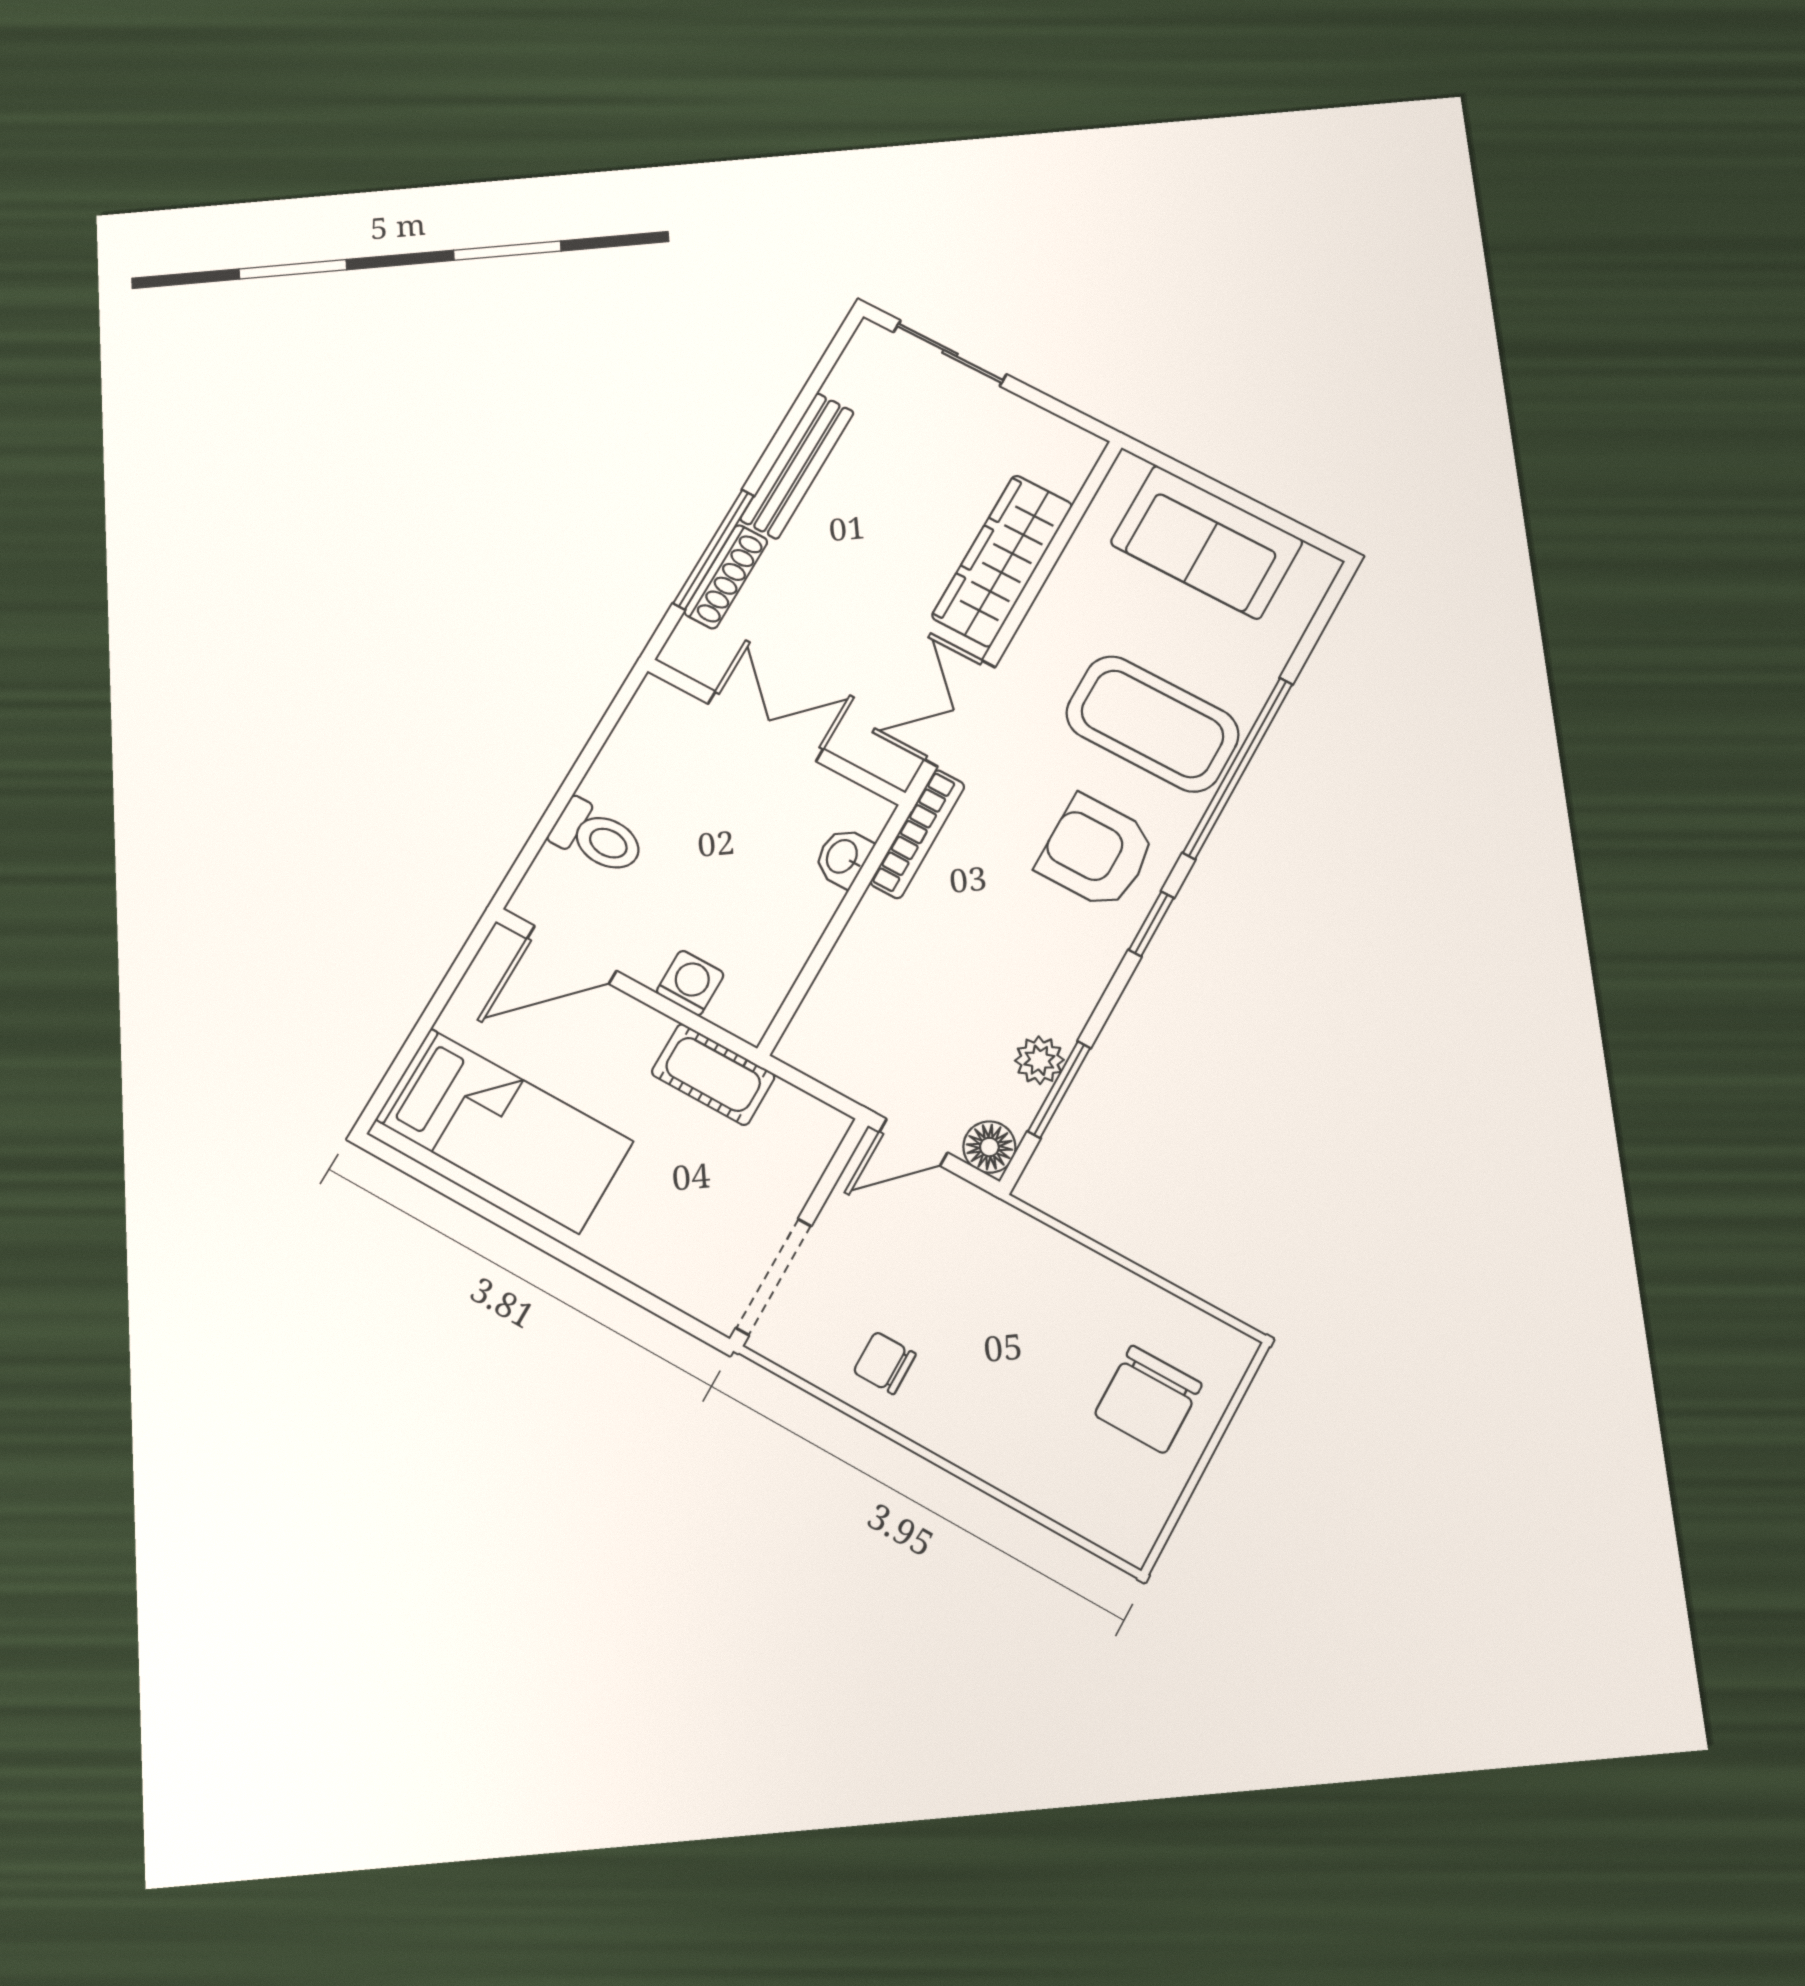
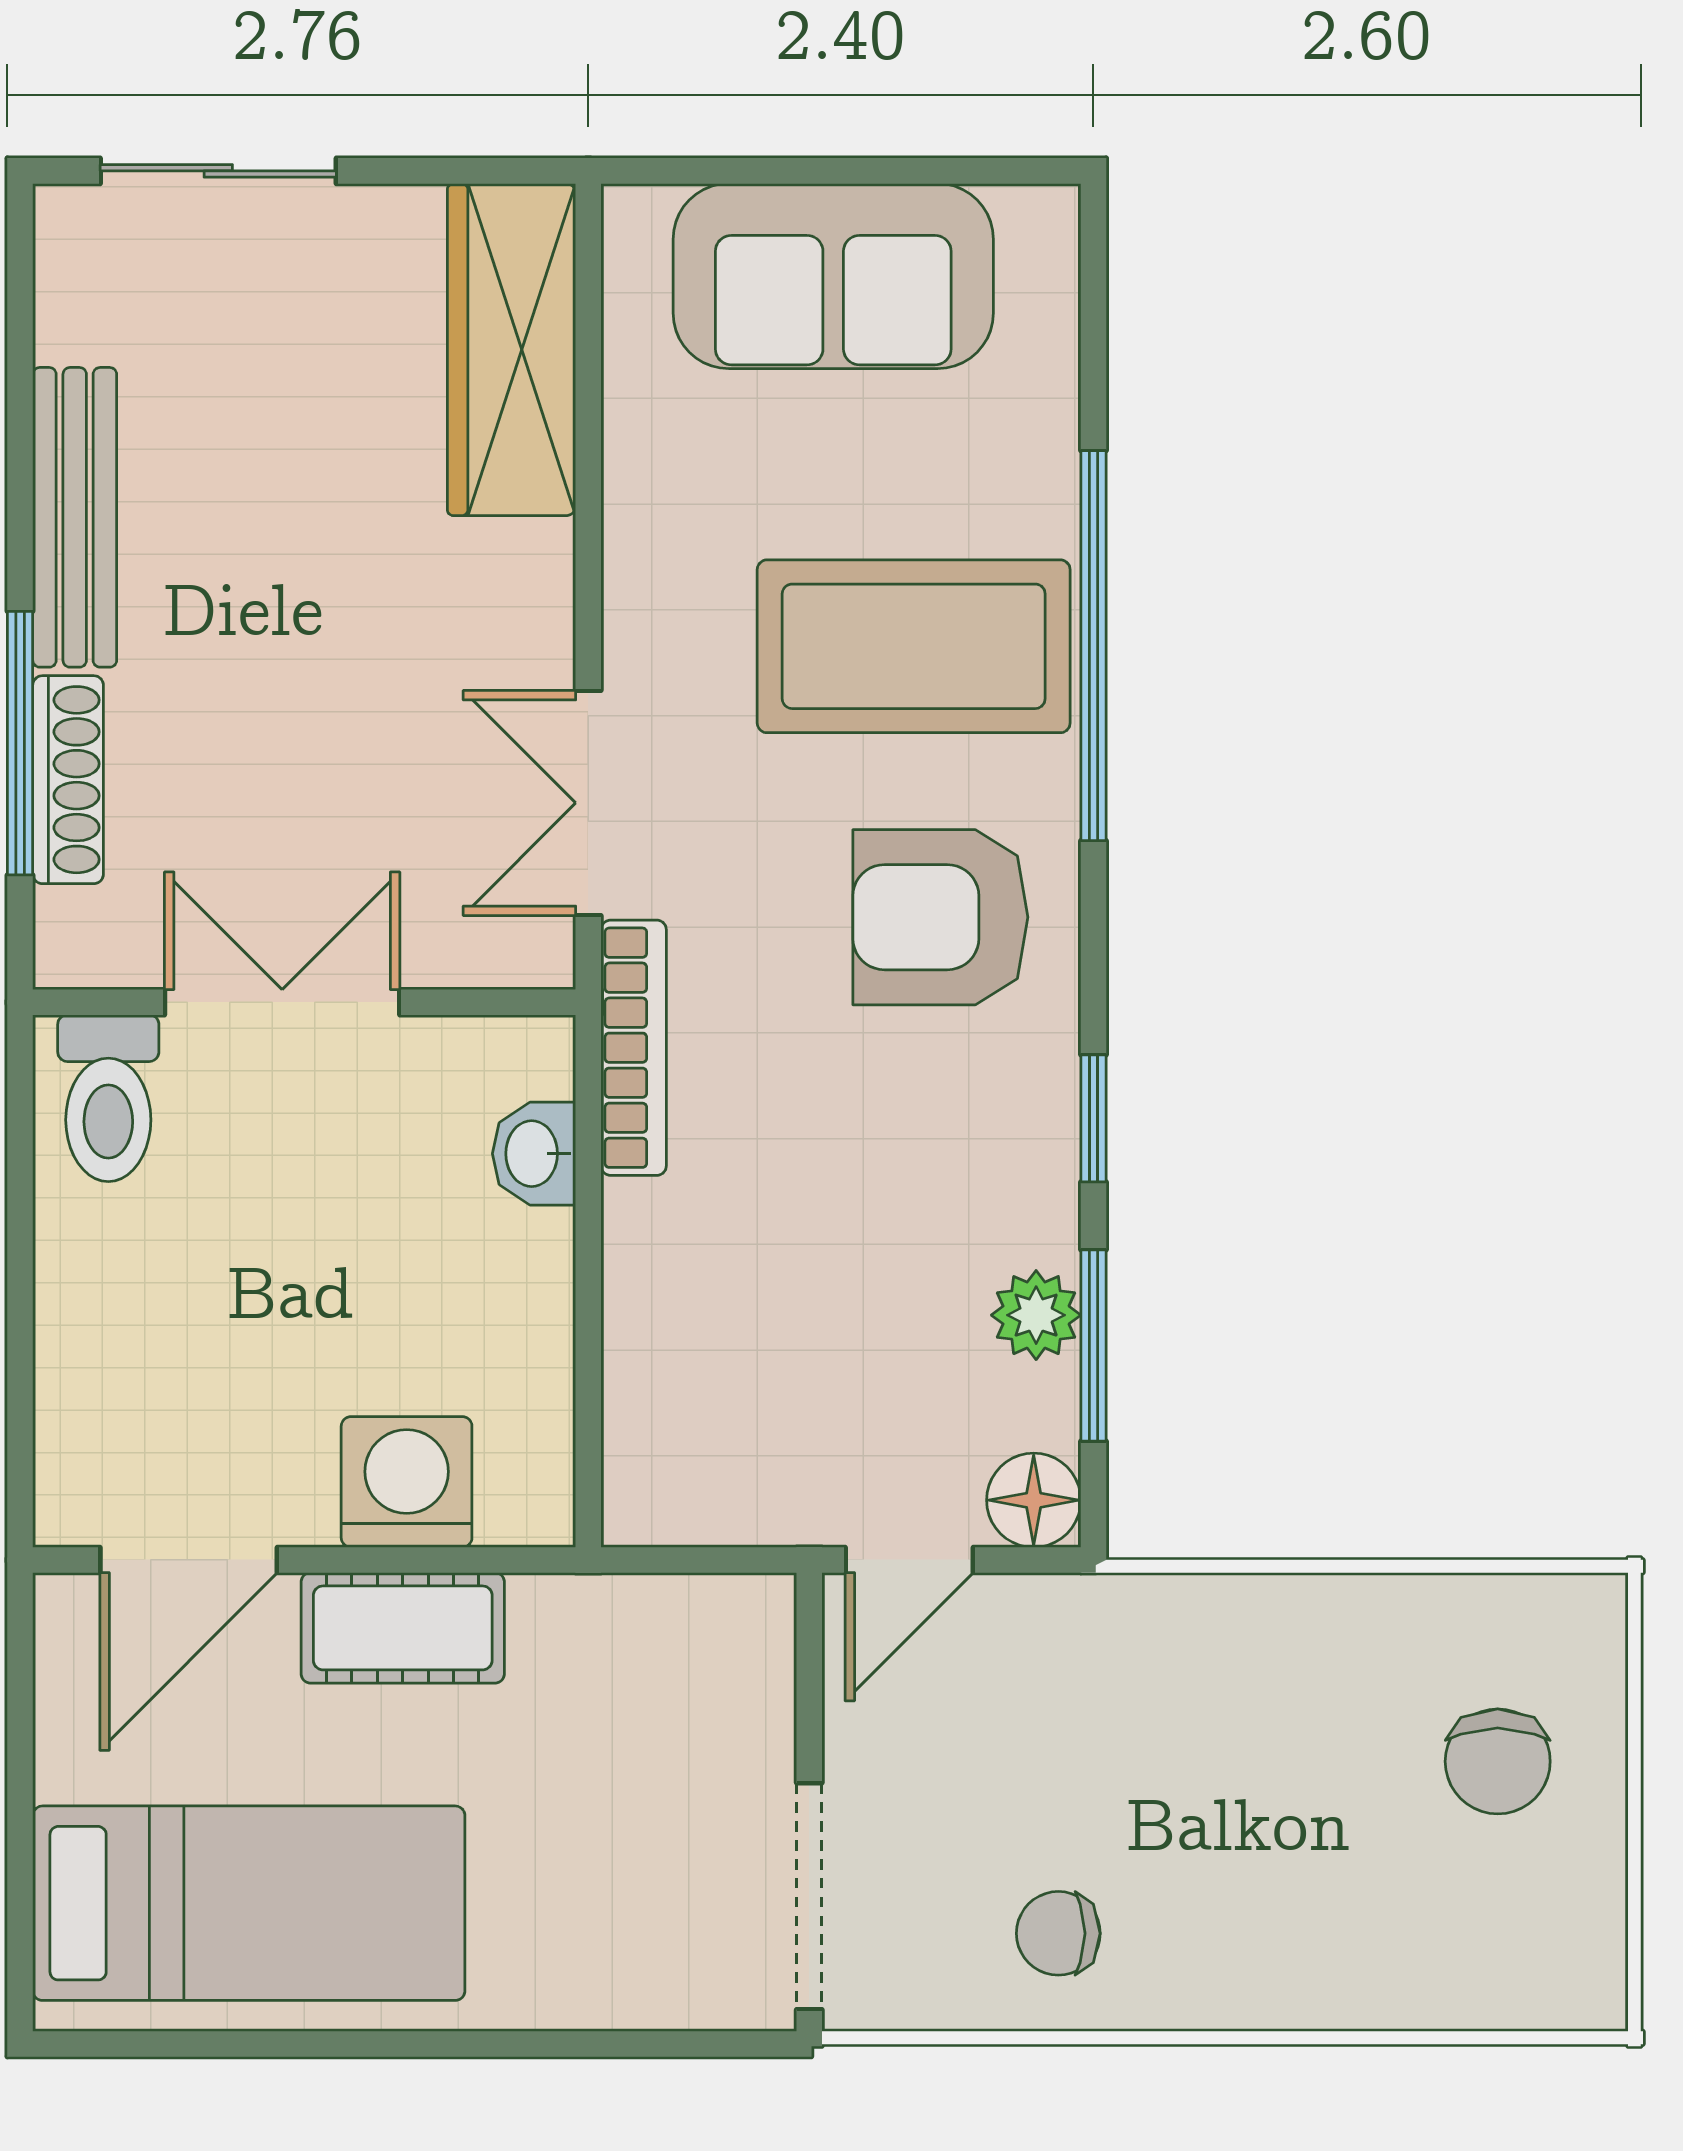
wardrobe: (1002, 561) -> (512, 350), moved
toilet: (598, 837) -> (108, 1098), moved, turned 90
window: (1151, 924) -> (1093, 1118), moved
washing machine: (690, 983) -> (407, 1482), width x1.38, depth x1.38
cot: (713, 1074) -> (403, 1628), moved
chair: (1148, 1399) -> (1498, 1761), width x0.73, depth x0.73

